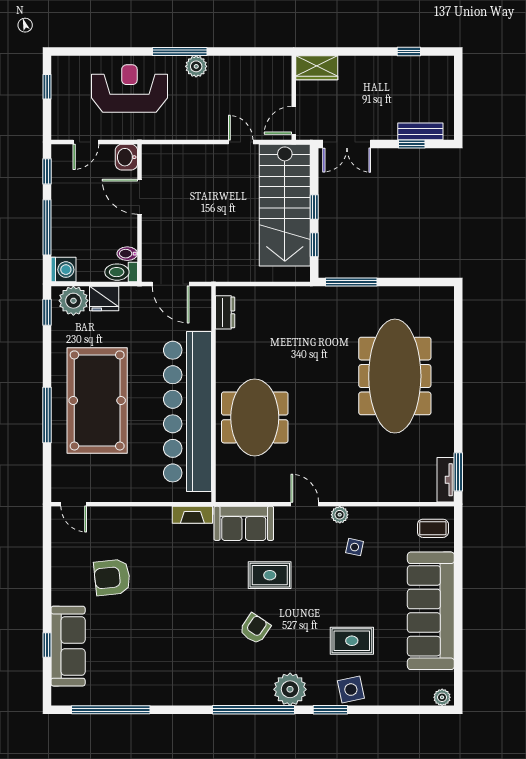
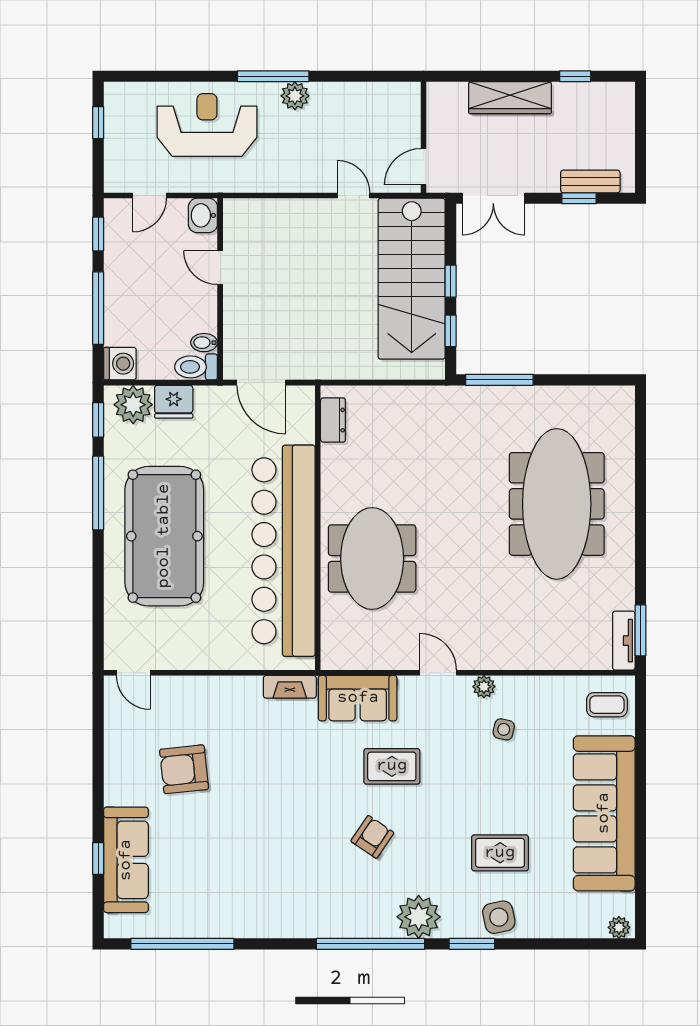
wardrobe: (317, 68) -> (510, 98), moved, width x1.50
door: (139, 197) -> (220, 268), width x0.73
window: (47, 415) -> (98, 493), moved

